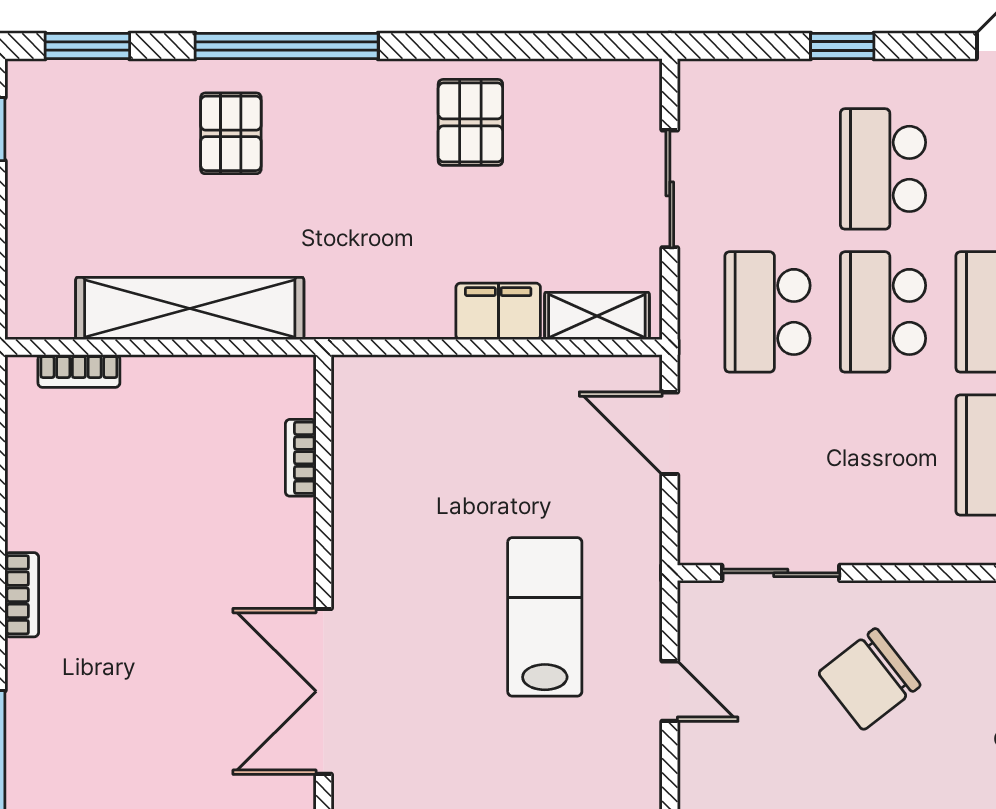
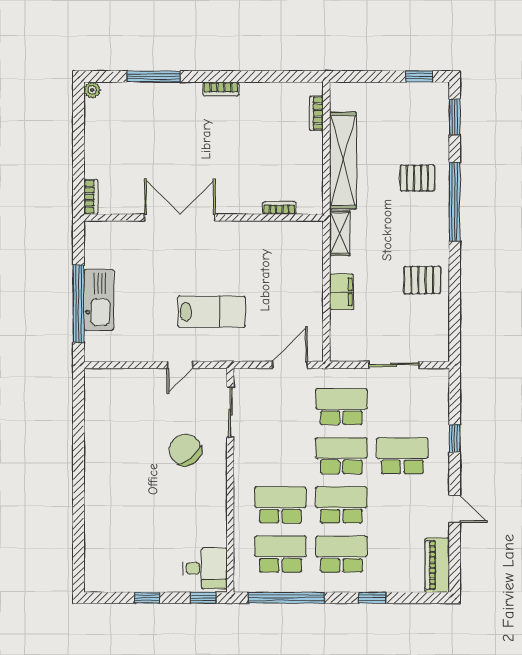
shelving: (597, 316) -> (340, 233), moved

